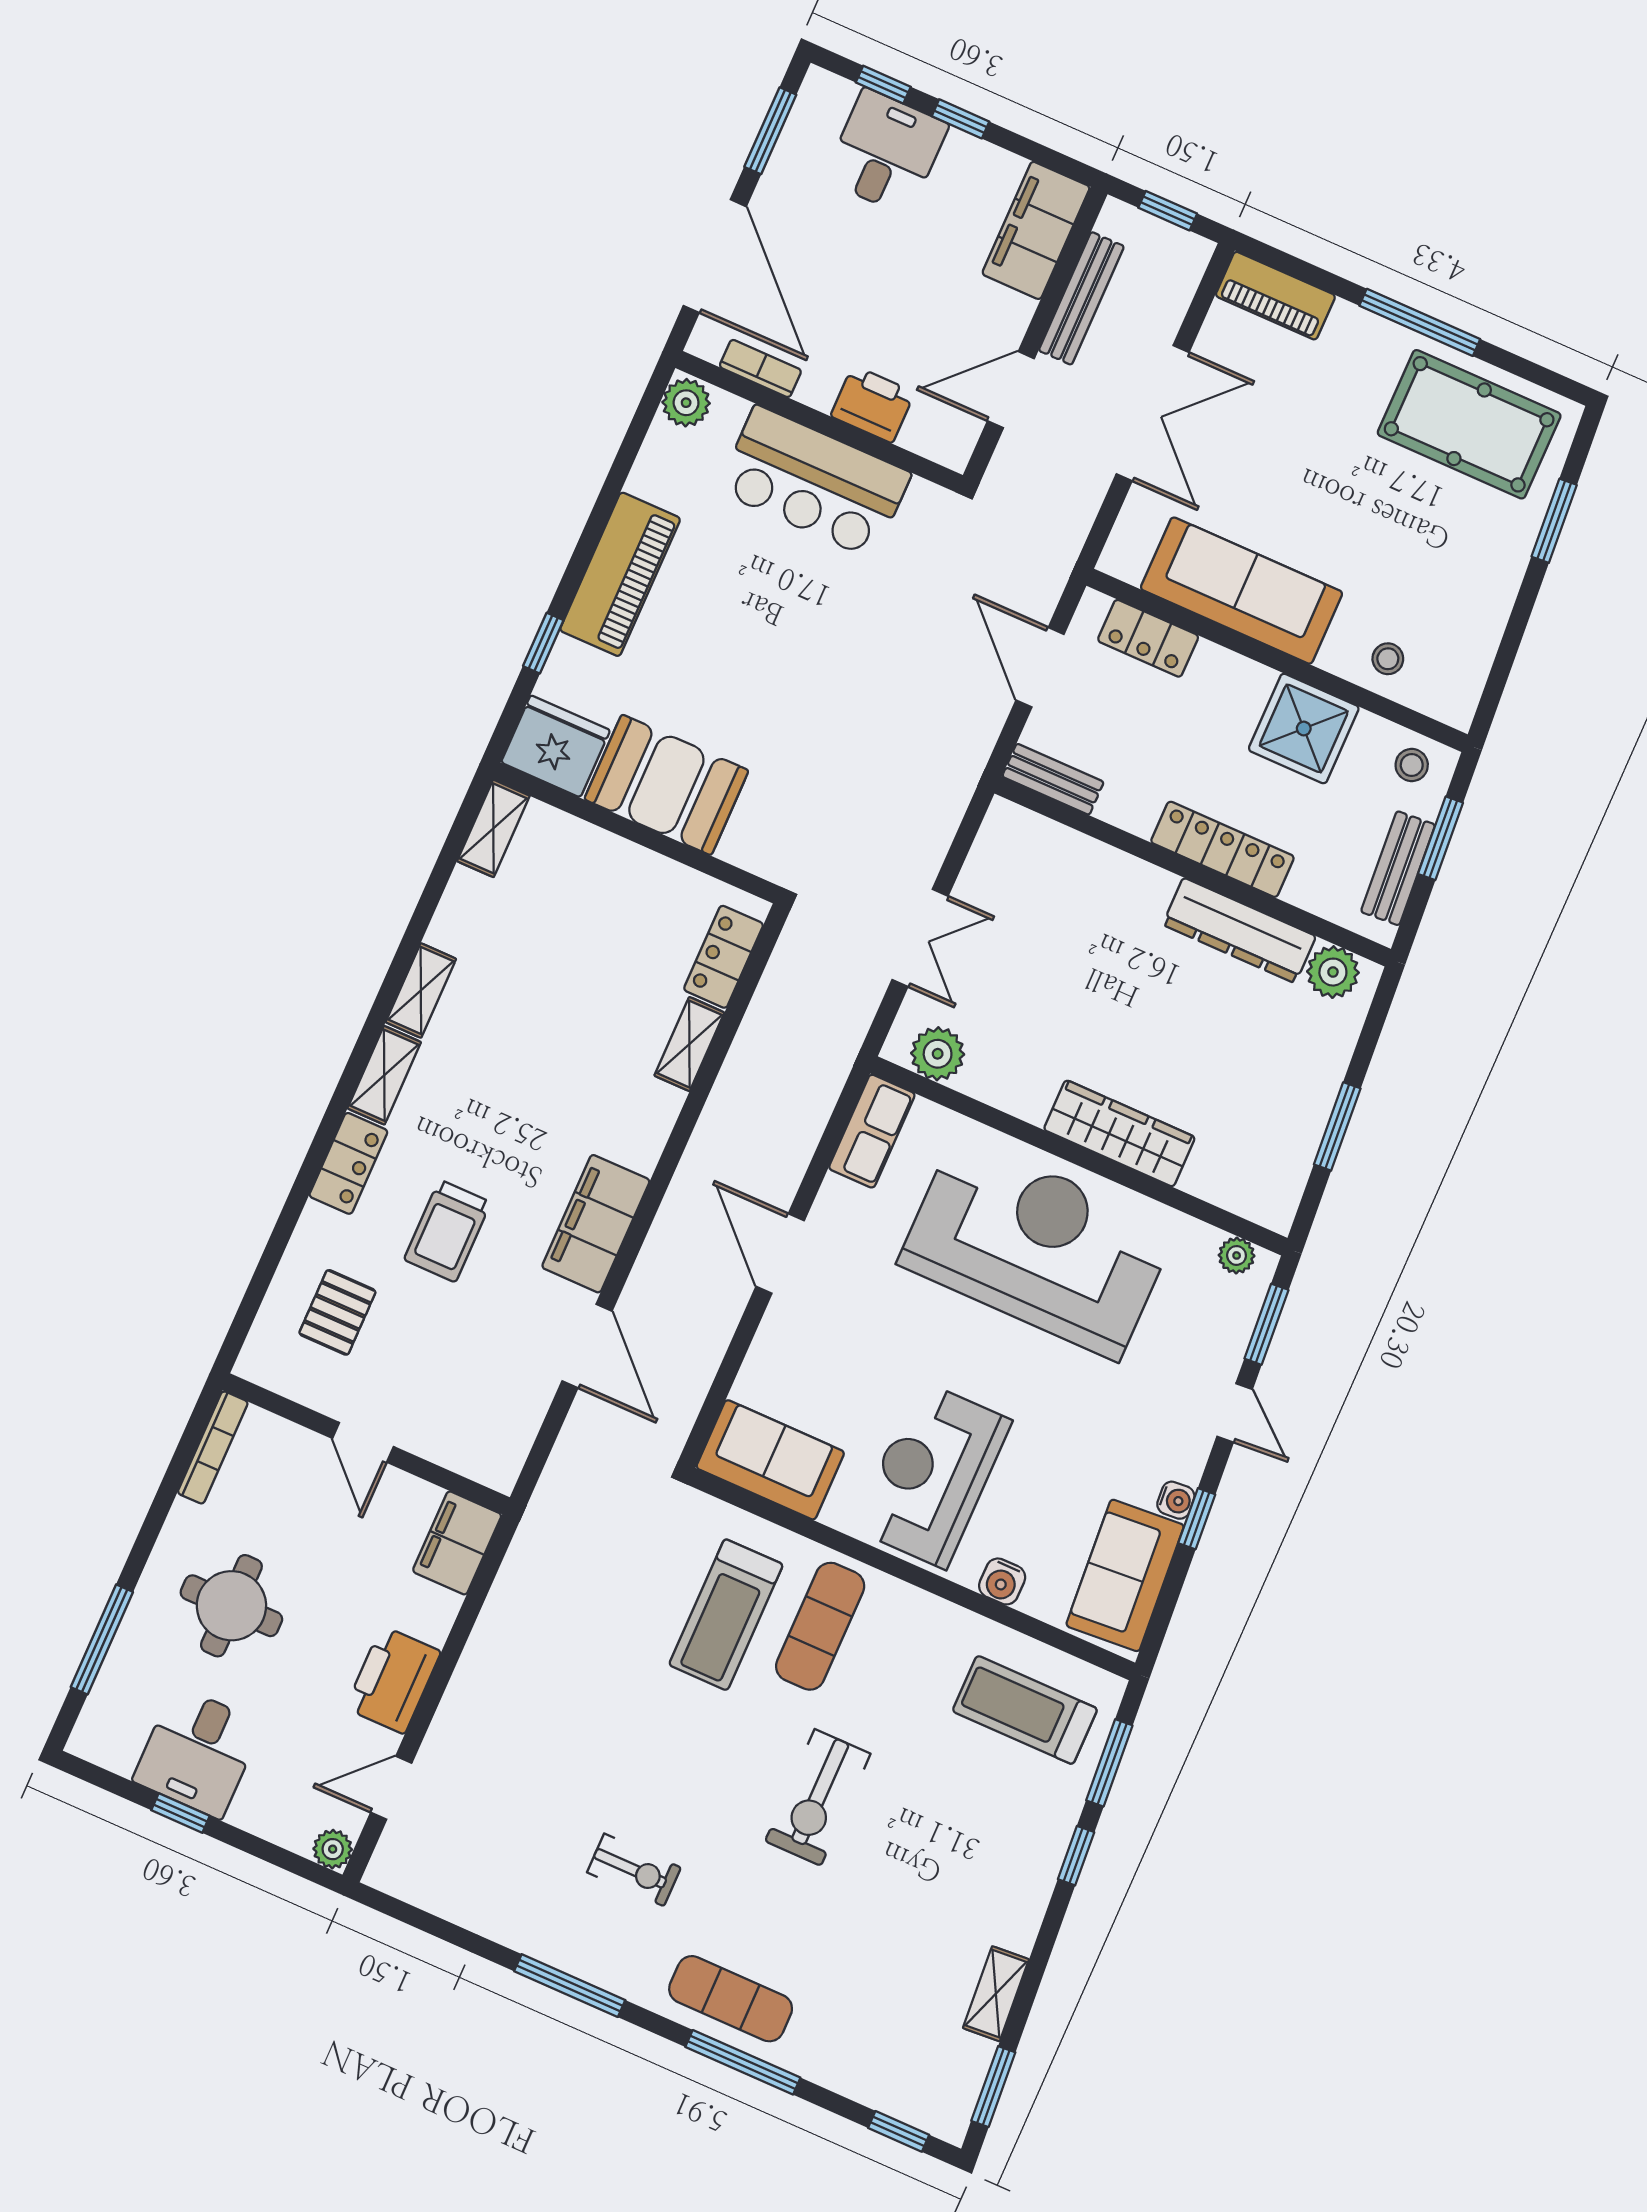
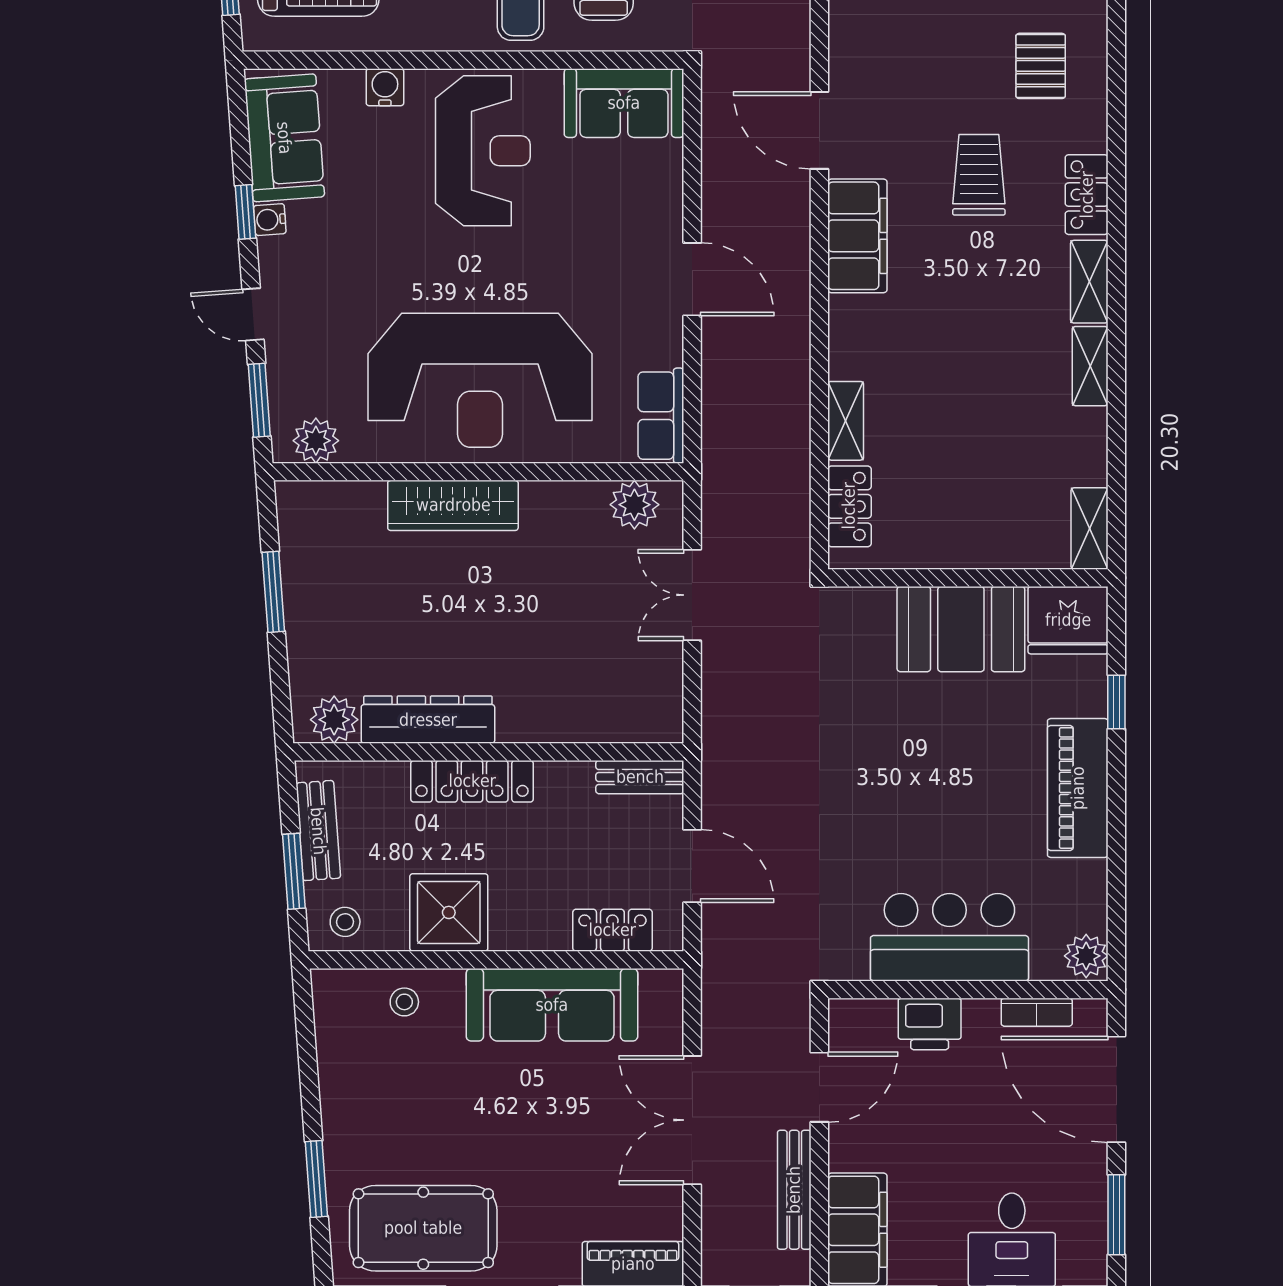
plant: (1237, 1255) -> (316, 441), width x1.38, depth x1.38

